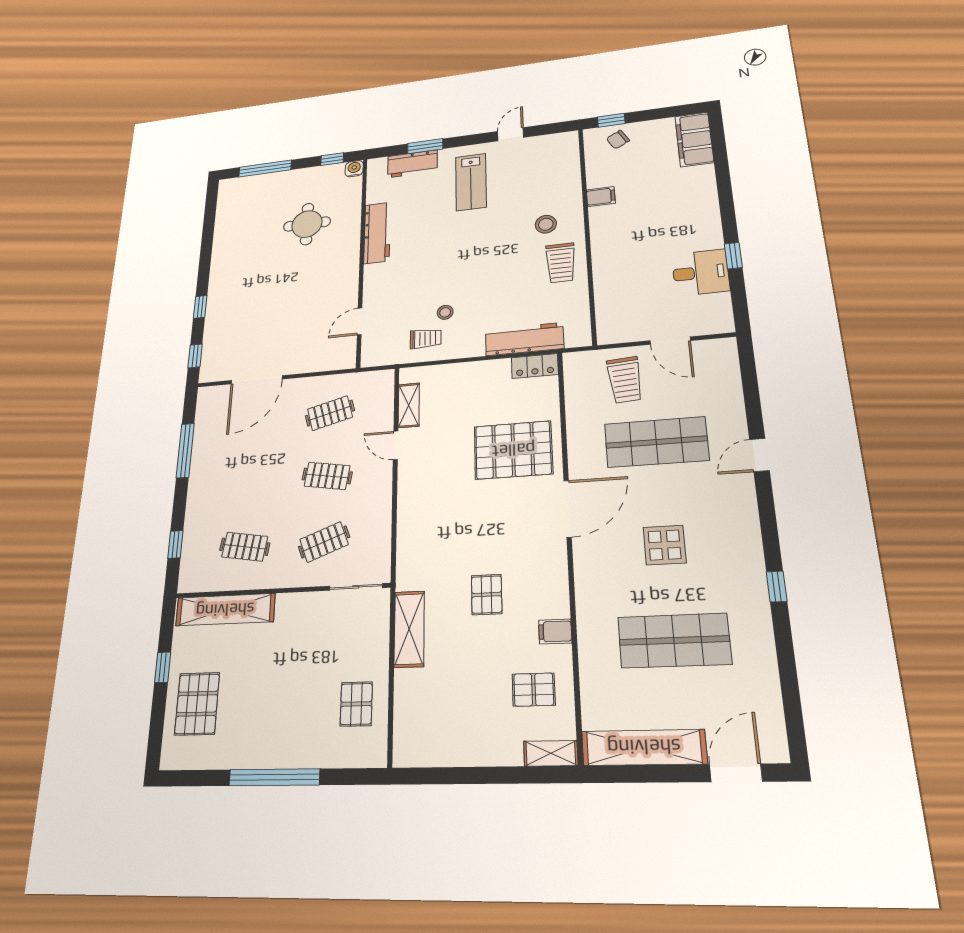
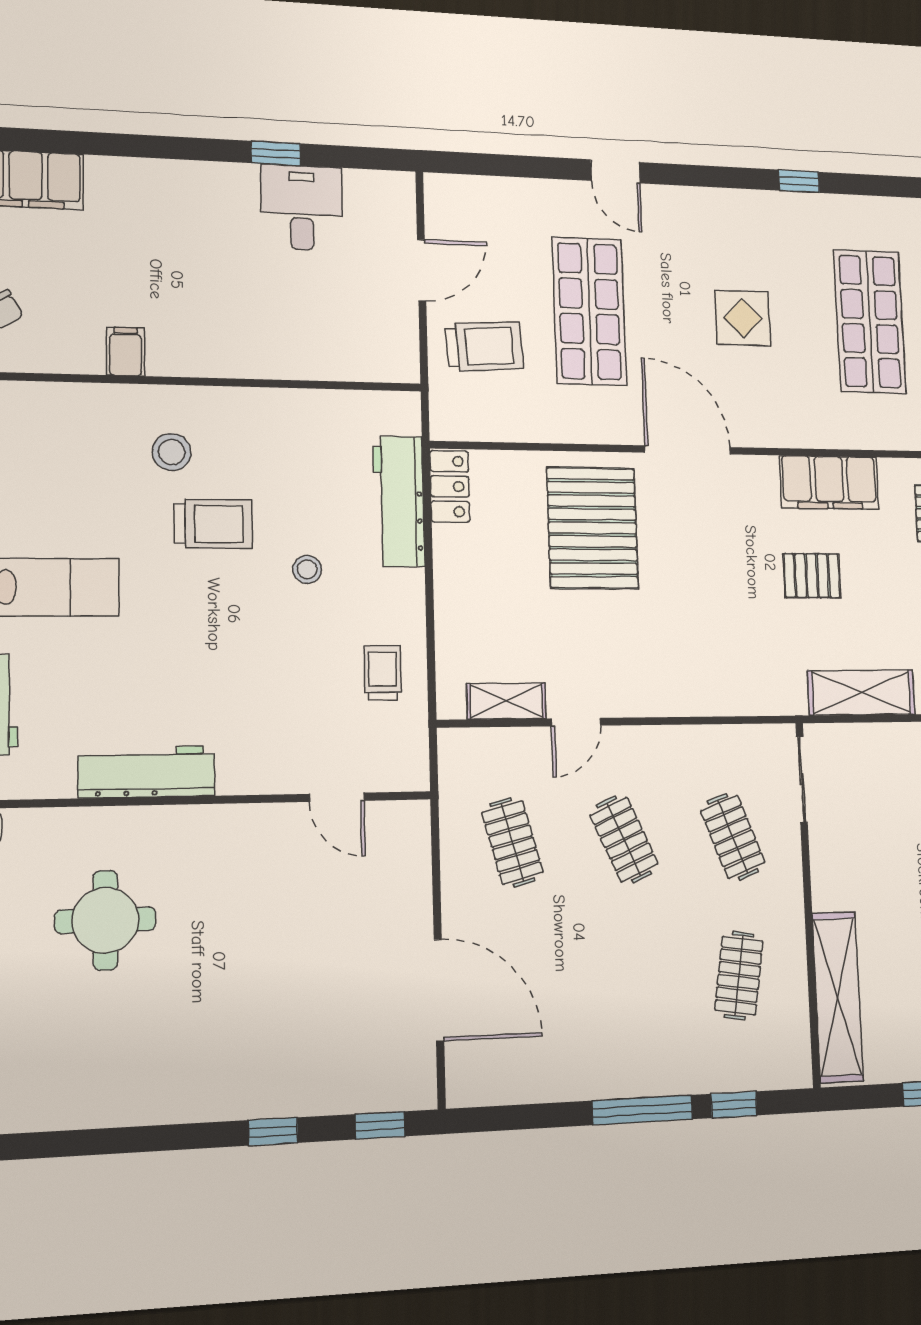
trolley: (561, 263) -> (213, 524), moved
stool: (445, 312) -> (307, 569), moved
window: (185, 450) -> (643, 1110), moved
clothes rail: (327, 476) -> (624, 839), turned -33
filing cabinet: (555, 631) -> (829, 483), width x3.00, depth x1.17

